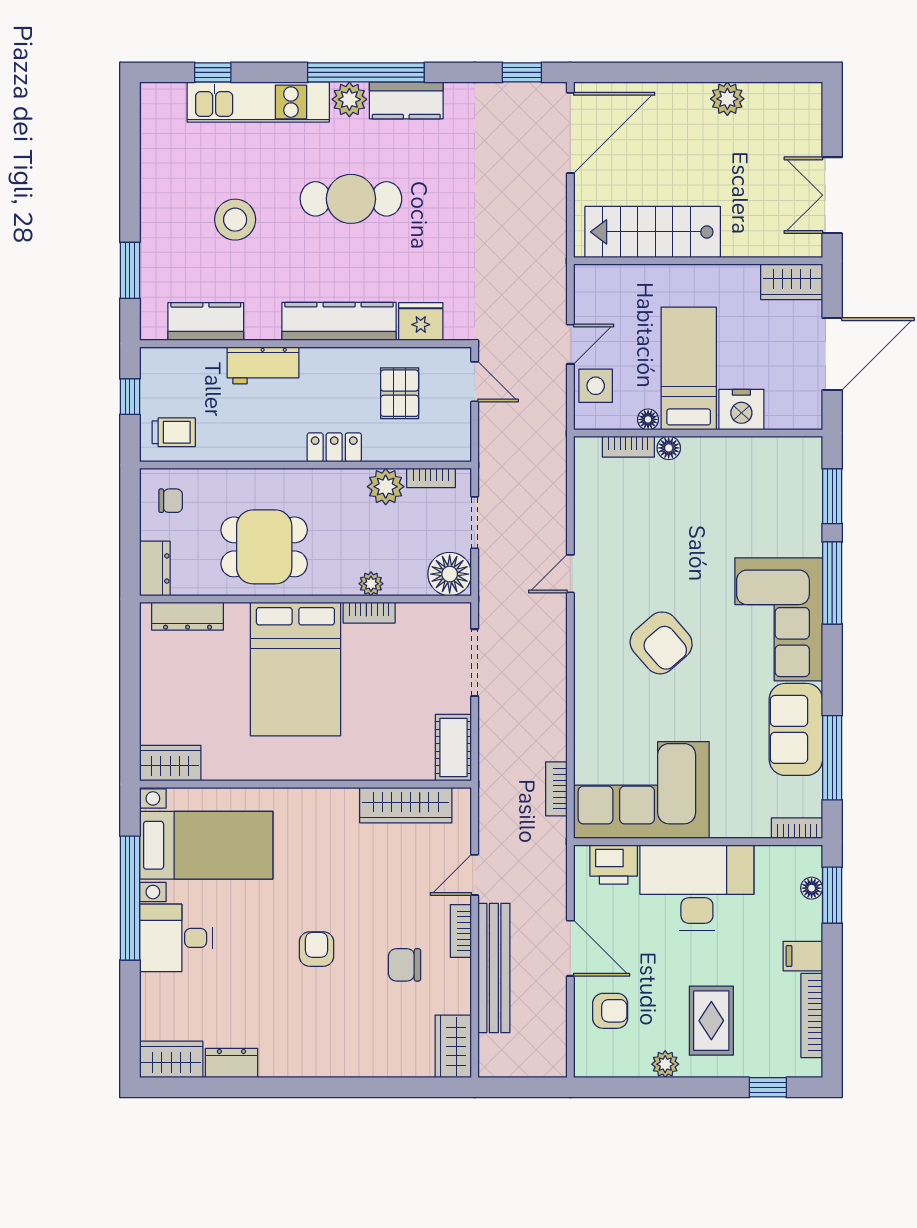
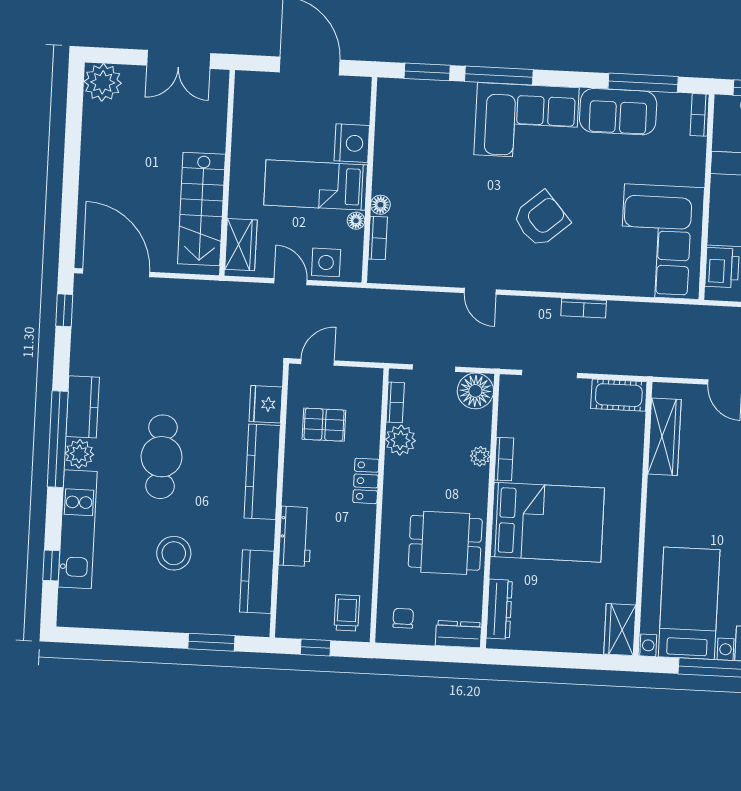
plant: (727, 99) -> (103, 82), moved, width x1.36, depth x1.36
wardrobe: (792, 282) -> (241, 245), moved
dining table: (264, 547) -> (445, 543), turned 90
bookcase: (556, 789) -> (584, 308), moved

